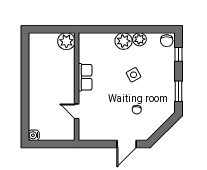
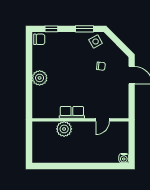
plant: (140, 39) -> (38, 64), removed
plant: (66, 41) -> (64, 129), moved
side table: (134, 75) -> (96, 42), moved

